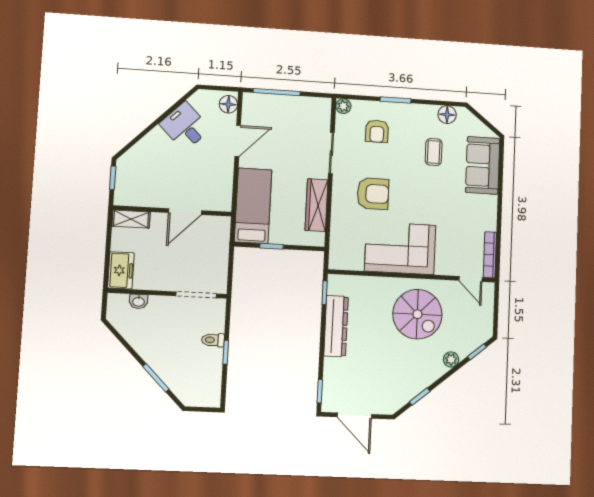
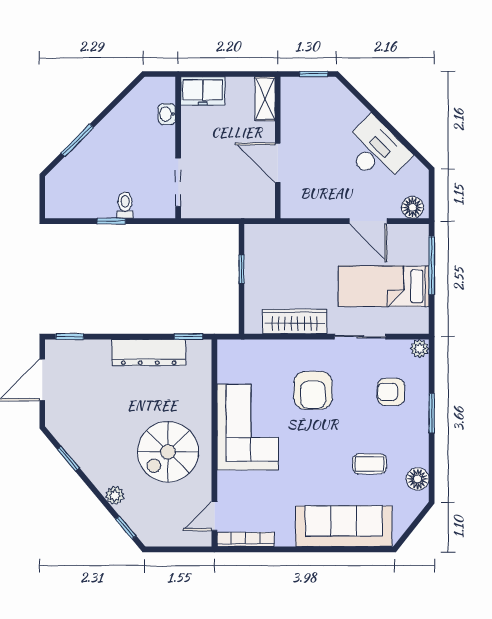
desk: (185, 126) -> (376, 151), width x1.37
sofa: (483, 165) -> (344, 526), width x1.36
bed: (253, 206) -> (384, 286), moved, turned 180

